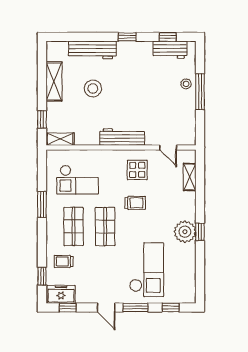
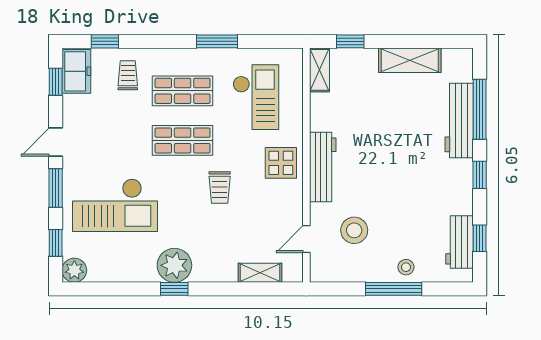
window: (85, 37) -> (480, 109), added
stool: (93, 88) -> (354, 230), moved
display table: (137, 170) -> (281, 163), moved
checkout: (78, 180) -> (256, 97), turned 180
plant: (188, 296) -> (74, 270), added

